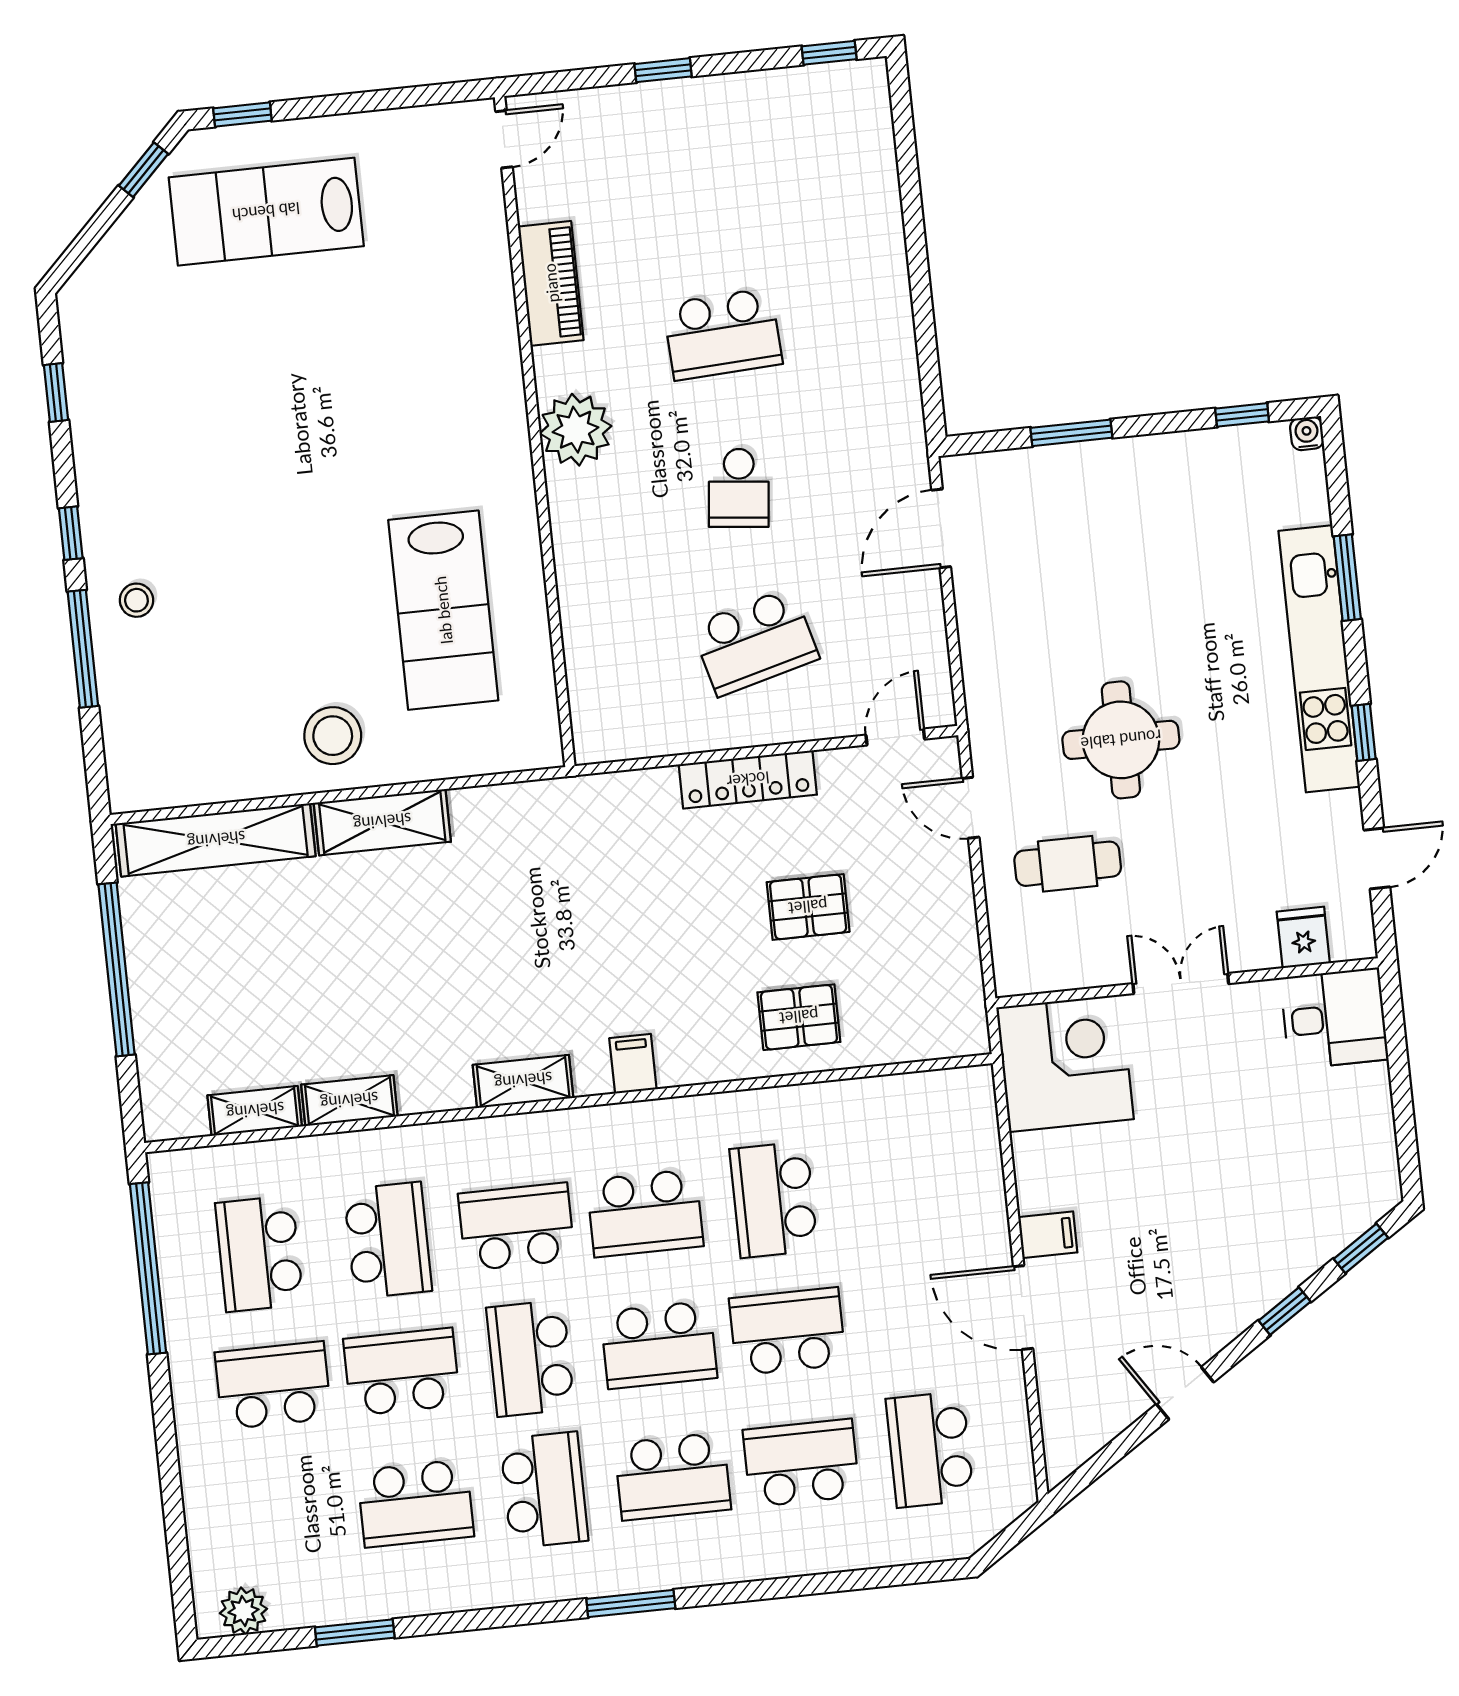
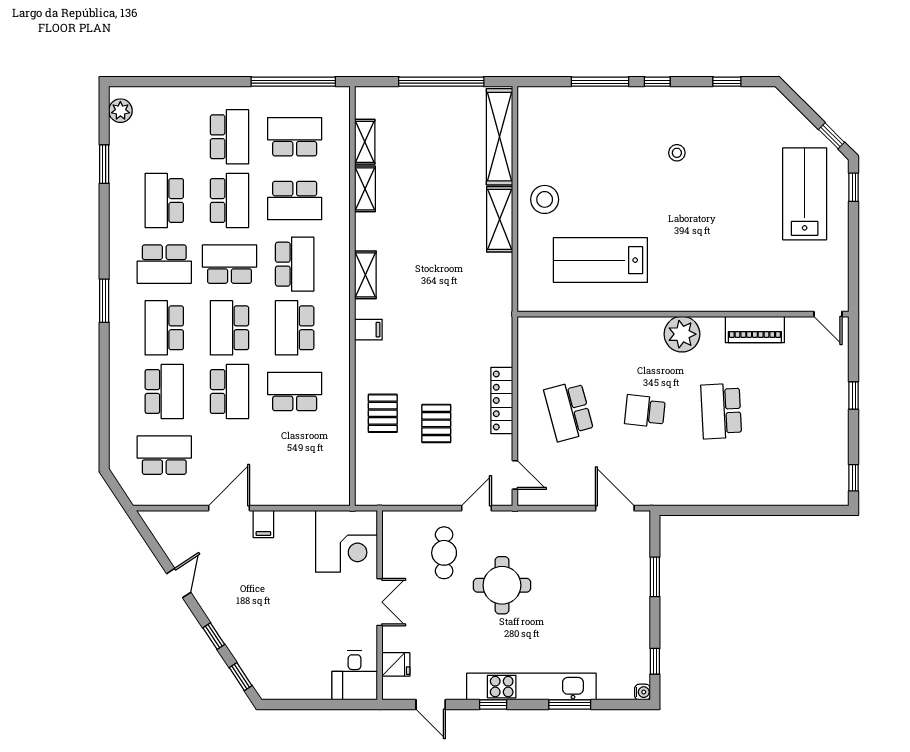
stool: (136, 600) -> (677, 153), moved

